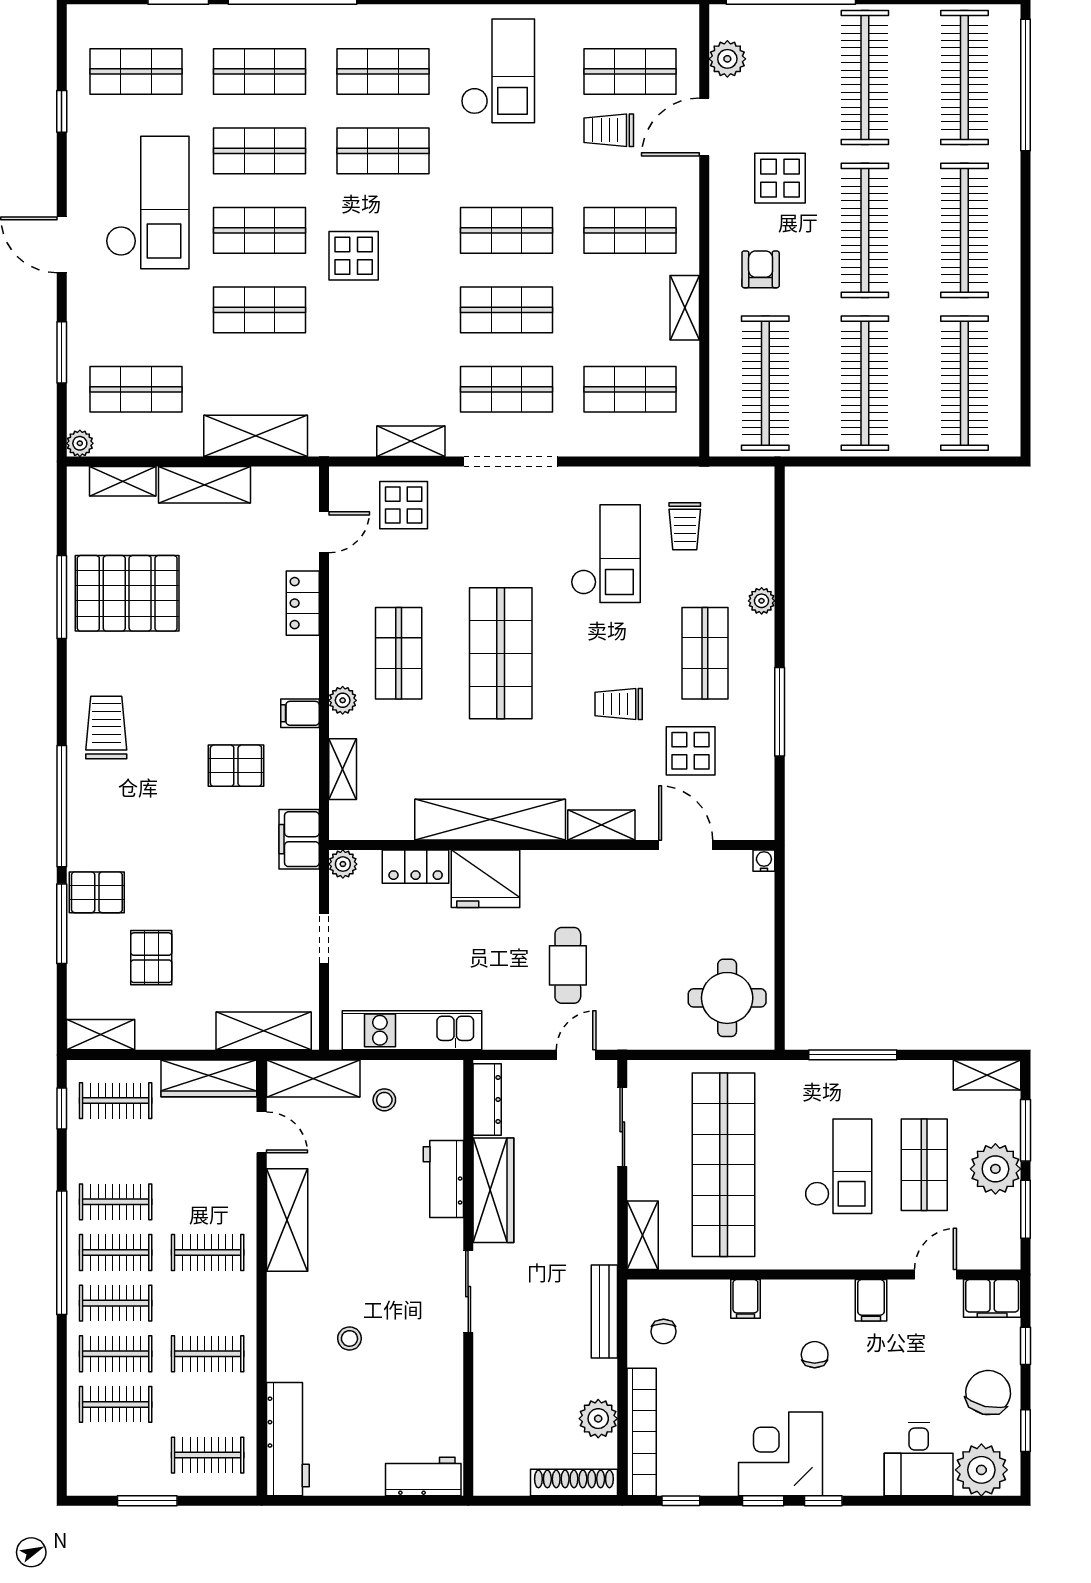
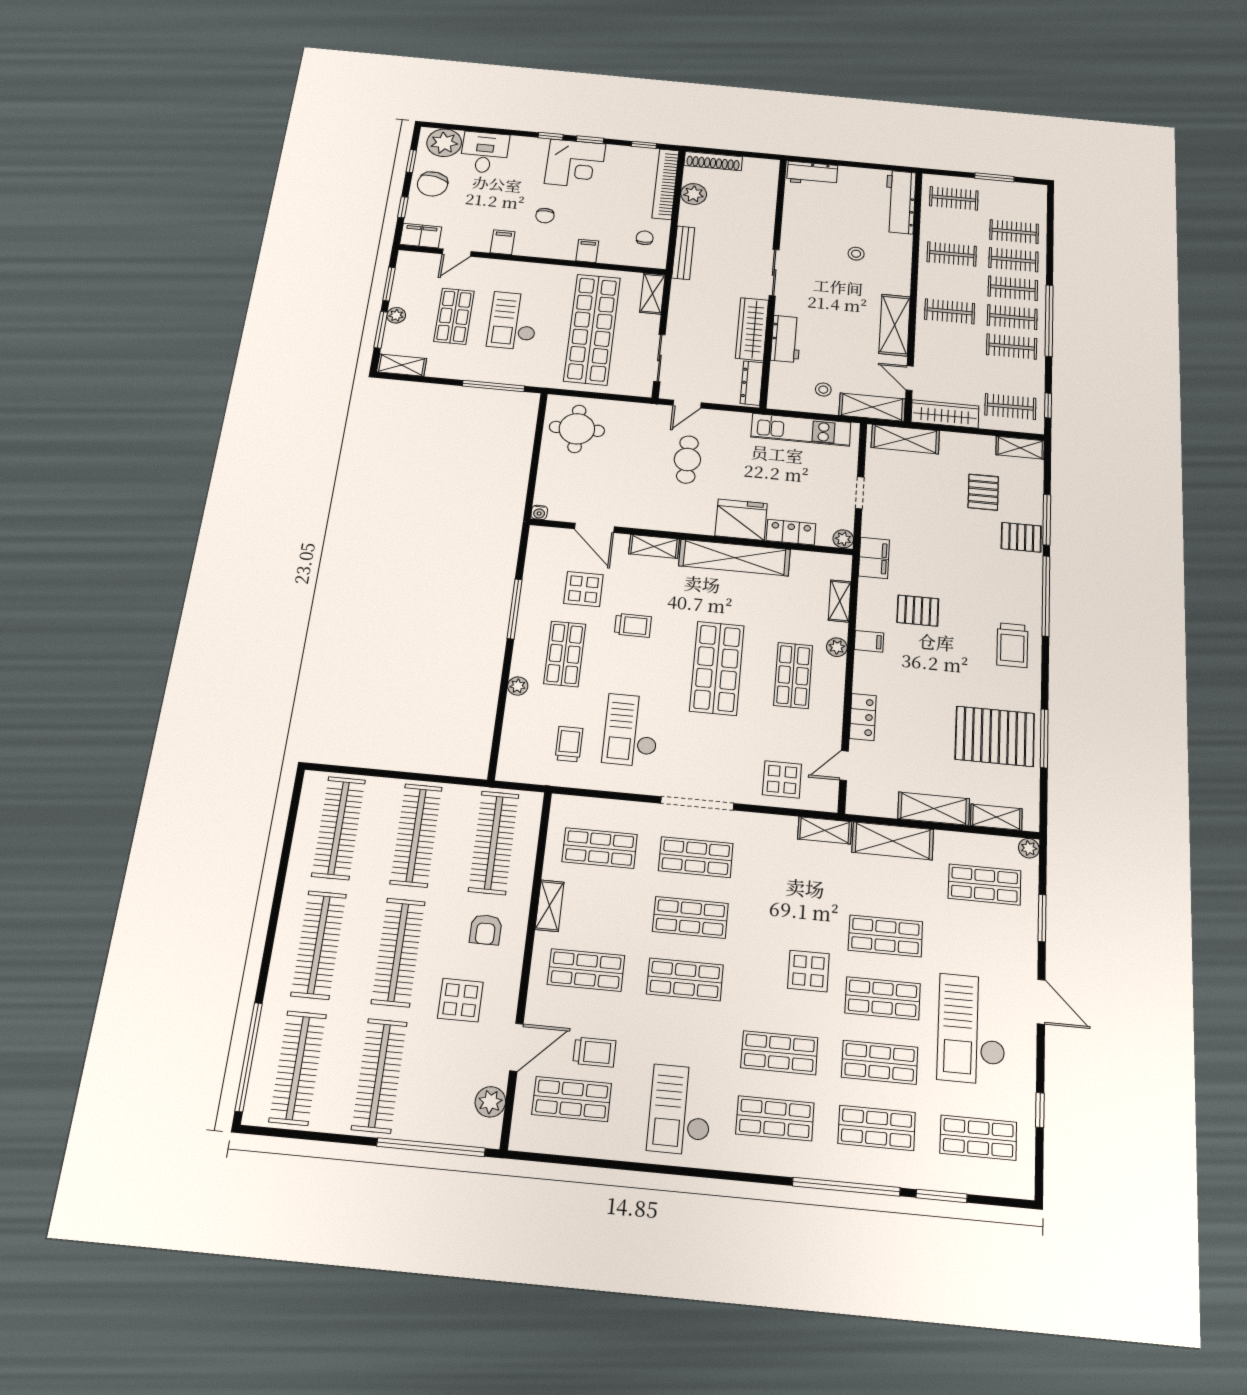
shelving: (411, 441) -> (825, 830), moved
plant: (995, 1169) -> (396, 315), width x0.53, depth x0.53

